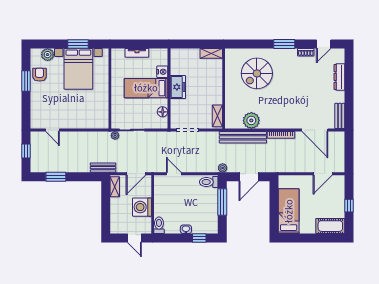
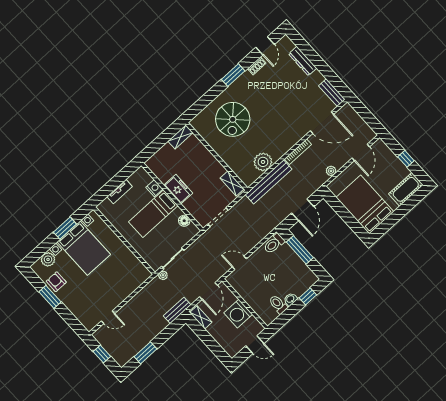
plant: (223, 168) -> (331, 171), moved
bed: (289, 211) -> (365, 204), width x1.50
toilet: (159, 225) -> (278, 304), moved

